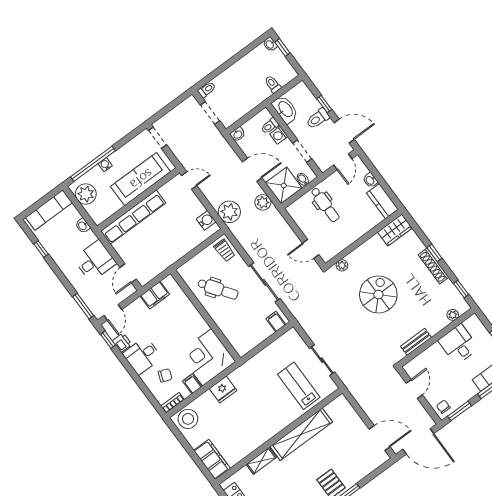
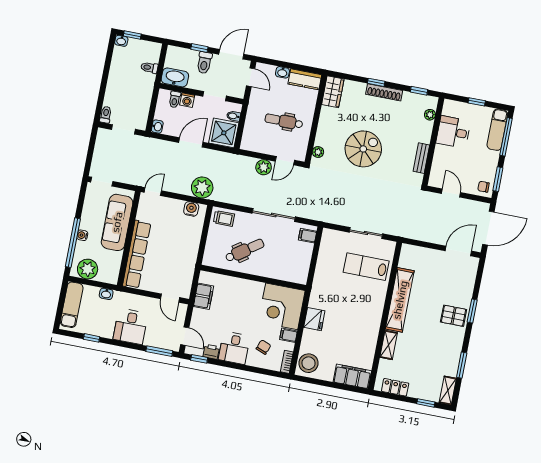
plant: (263, 202) -> (264, 167), moved
dental chair: (325, 205) -> (284, 121), moved, turned 180
desk: (95, 261) -> (130, 326), moved, turned 180
spiral stairs: (378, 295) -> (363, 149), turned 90

